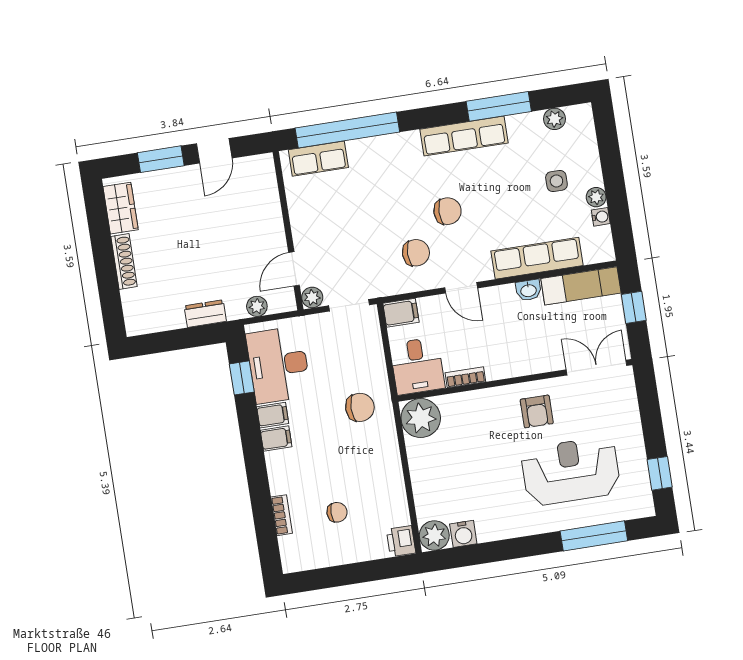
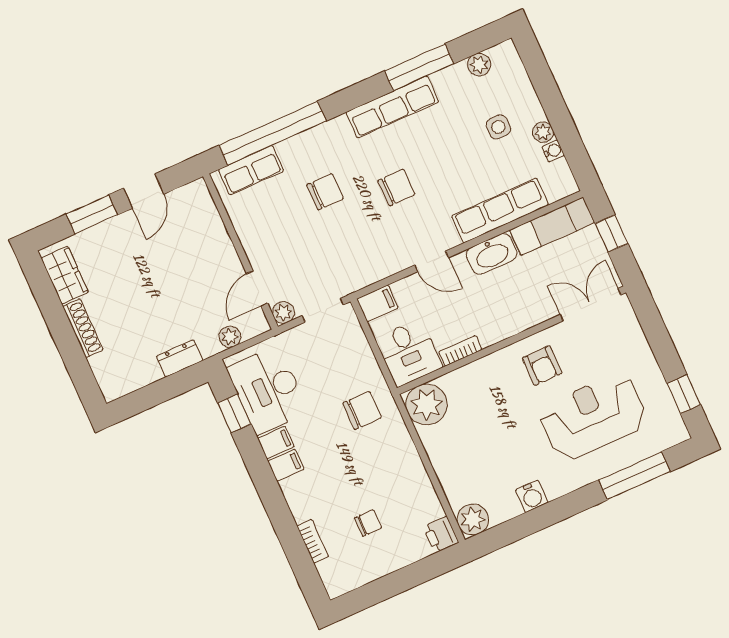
chair: (416, 253) -> (325, 192), moved
washbasin: (528, 290) -> (492, 254), width x1.91, depth x1.45
water cooler: (463, 534) -> (532, 496), moved

